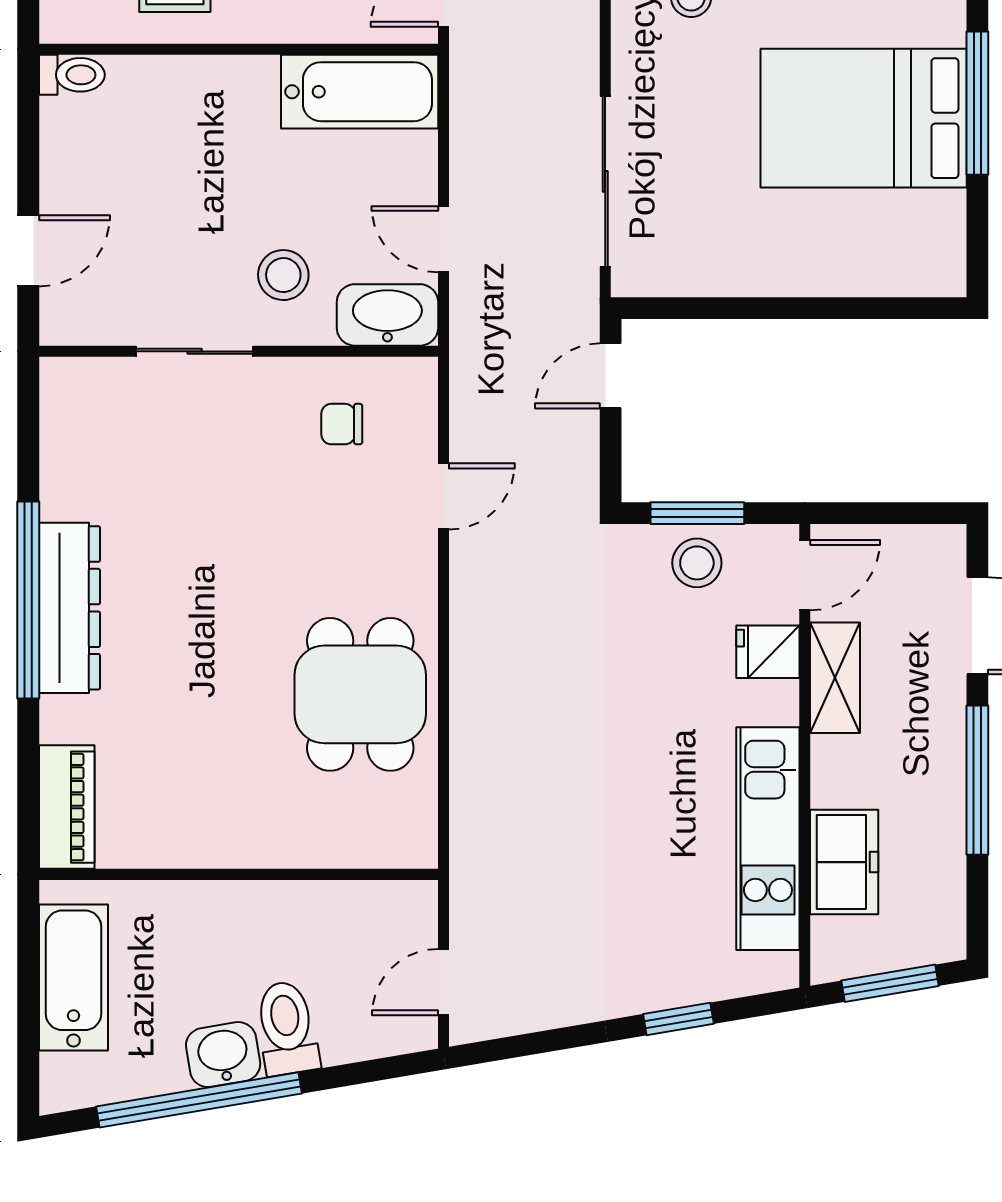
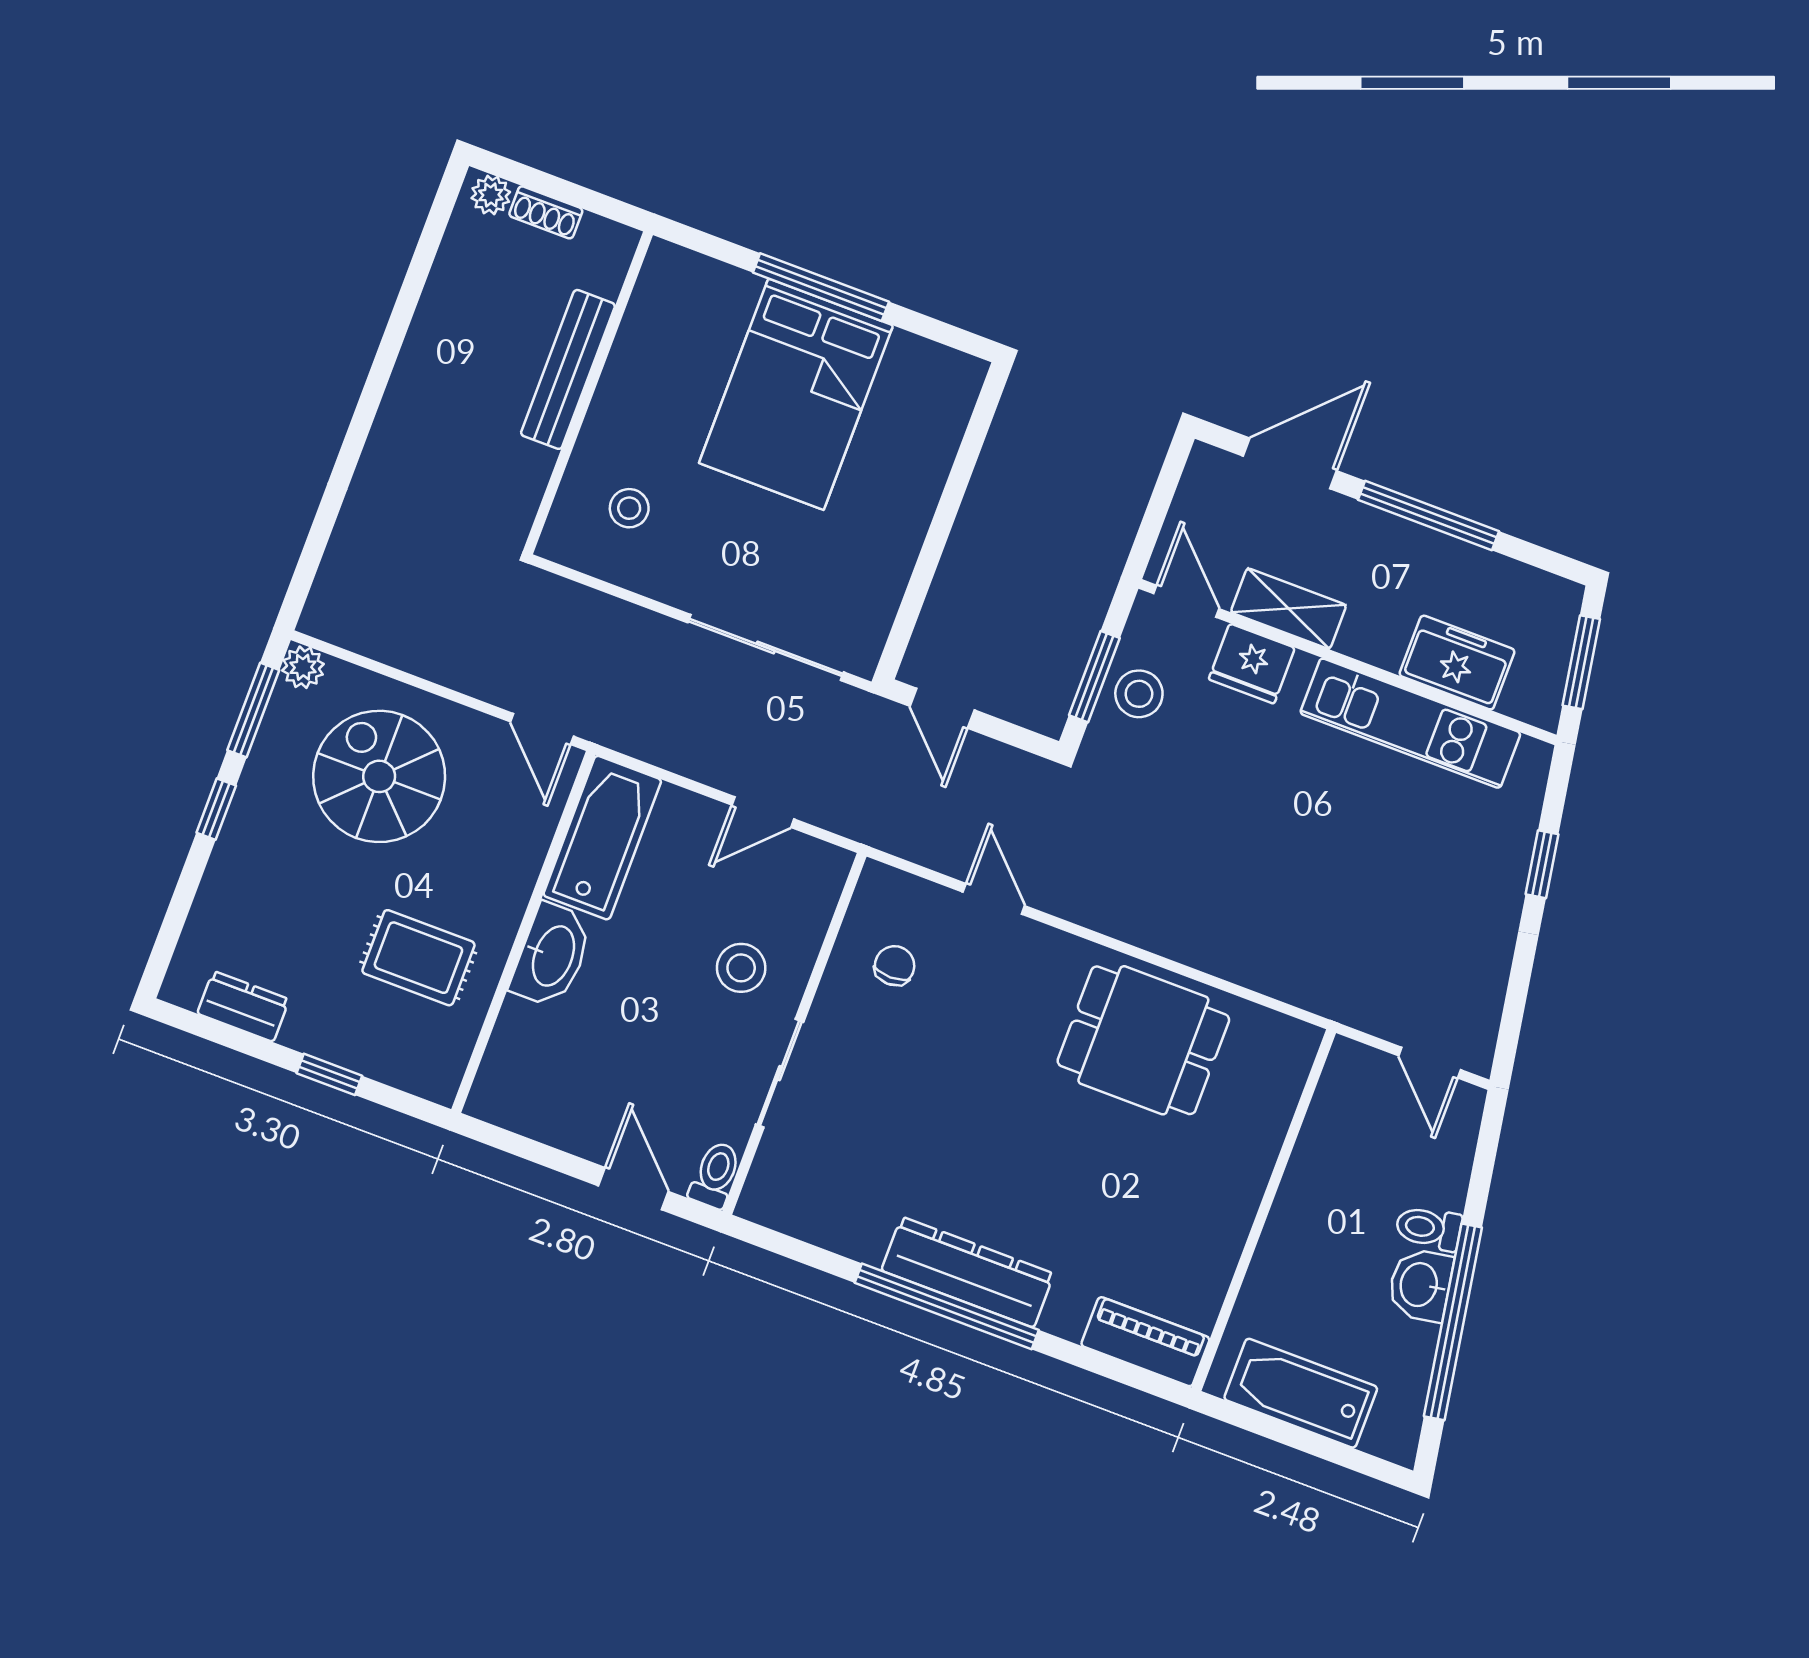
toilet: (72, 75) -> (715, 1175), moved
washbasin: (387, 315) -> (552, 955), moved, turned 180
chair: (342, 424) -> (895, 966), turned 180
fridge: (768, 652) -> (1252, 664), width x1.38
toilet: (287, 1028) -> (1429, 1228), width x0.73, depth x0.72

